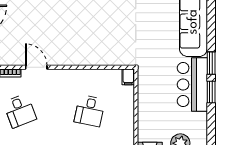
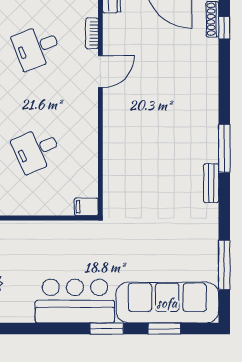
window: (211, 92) -> (164, 329), moved
desk: (90, 111) -> (36, 150), turned -36

